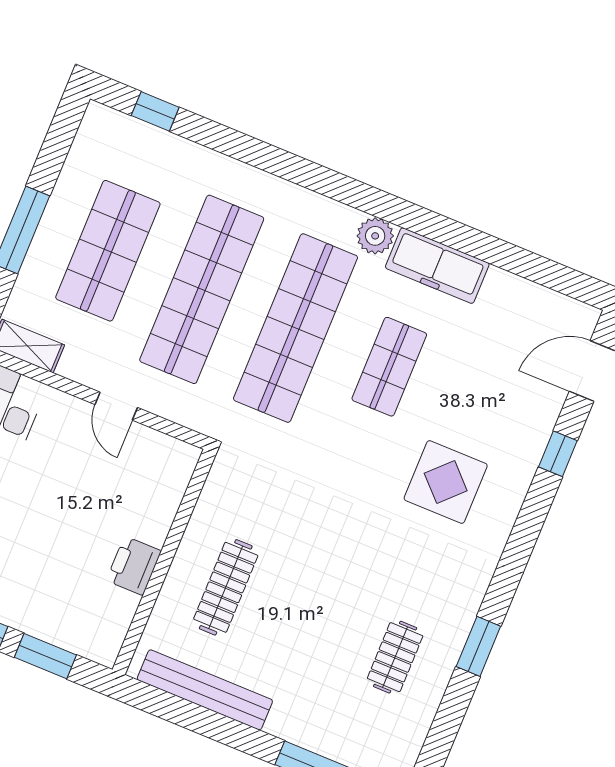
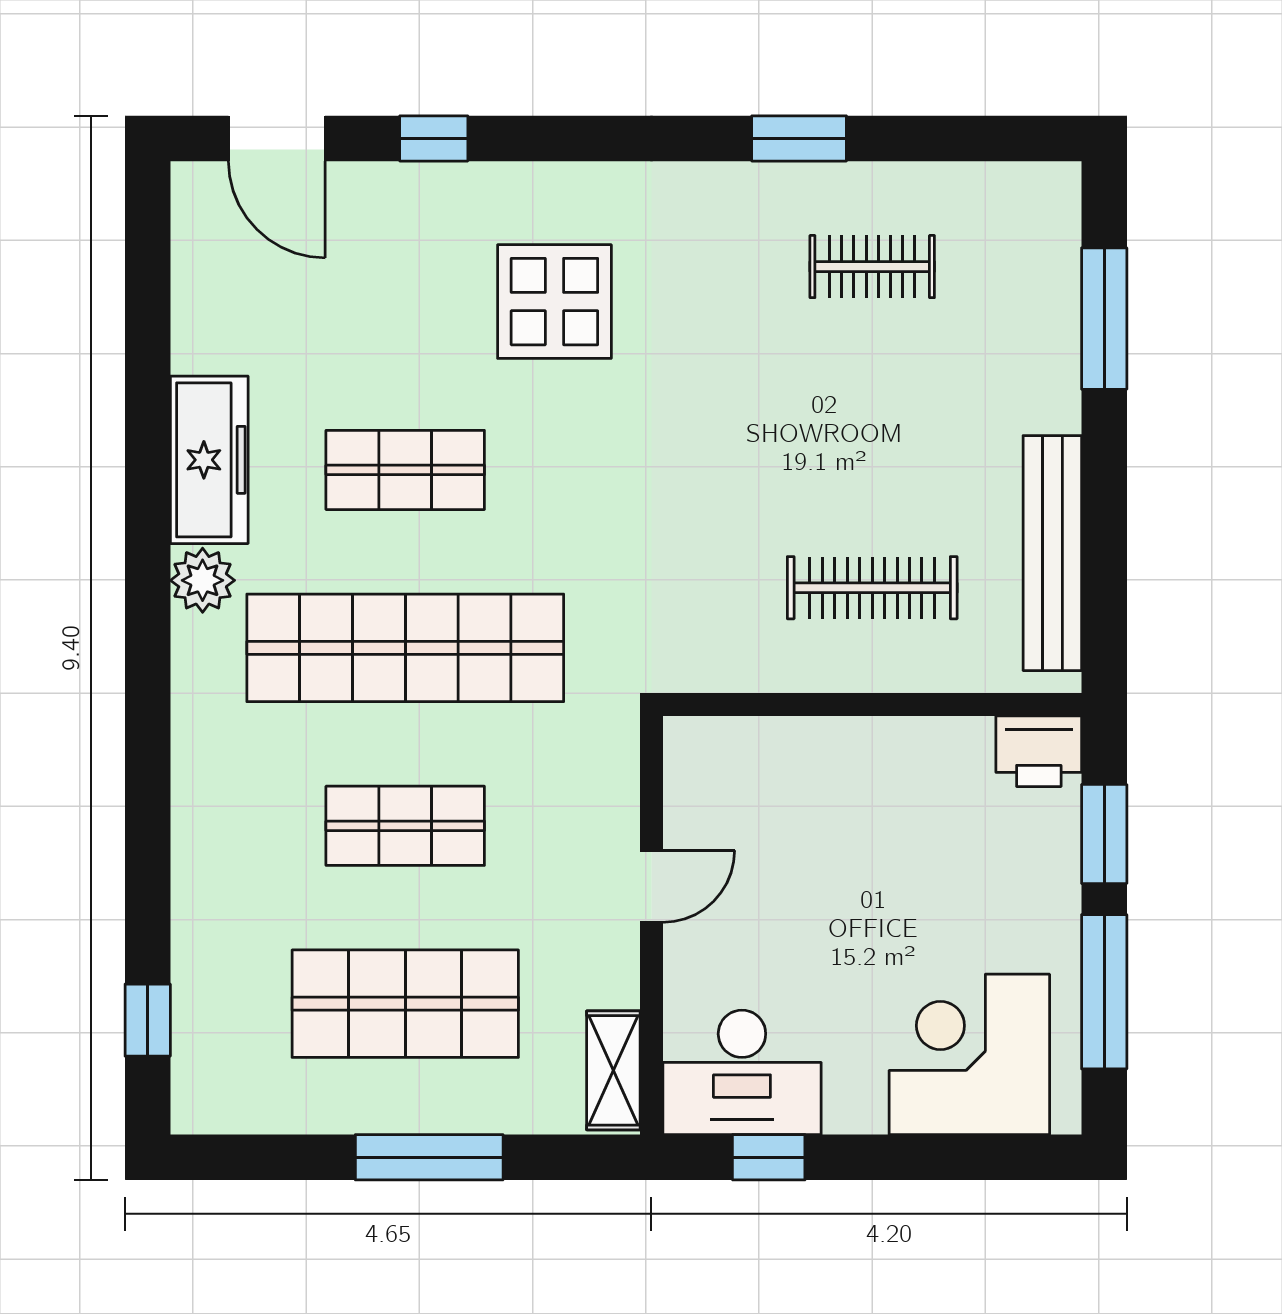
shop shelf: (202, 289) -> (405, 826), width x0.50, depth x0.74
printer: (134, 566) -> (1039, 751), moved

